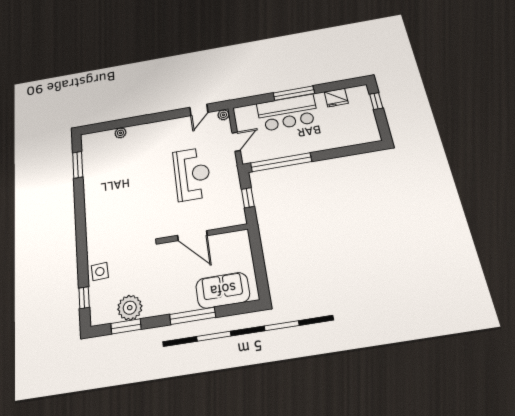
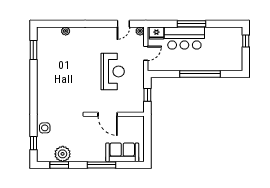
fridge: (336, 98) -> (156, 33), moved
window: (281, 162) -> (200, 74), moved

